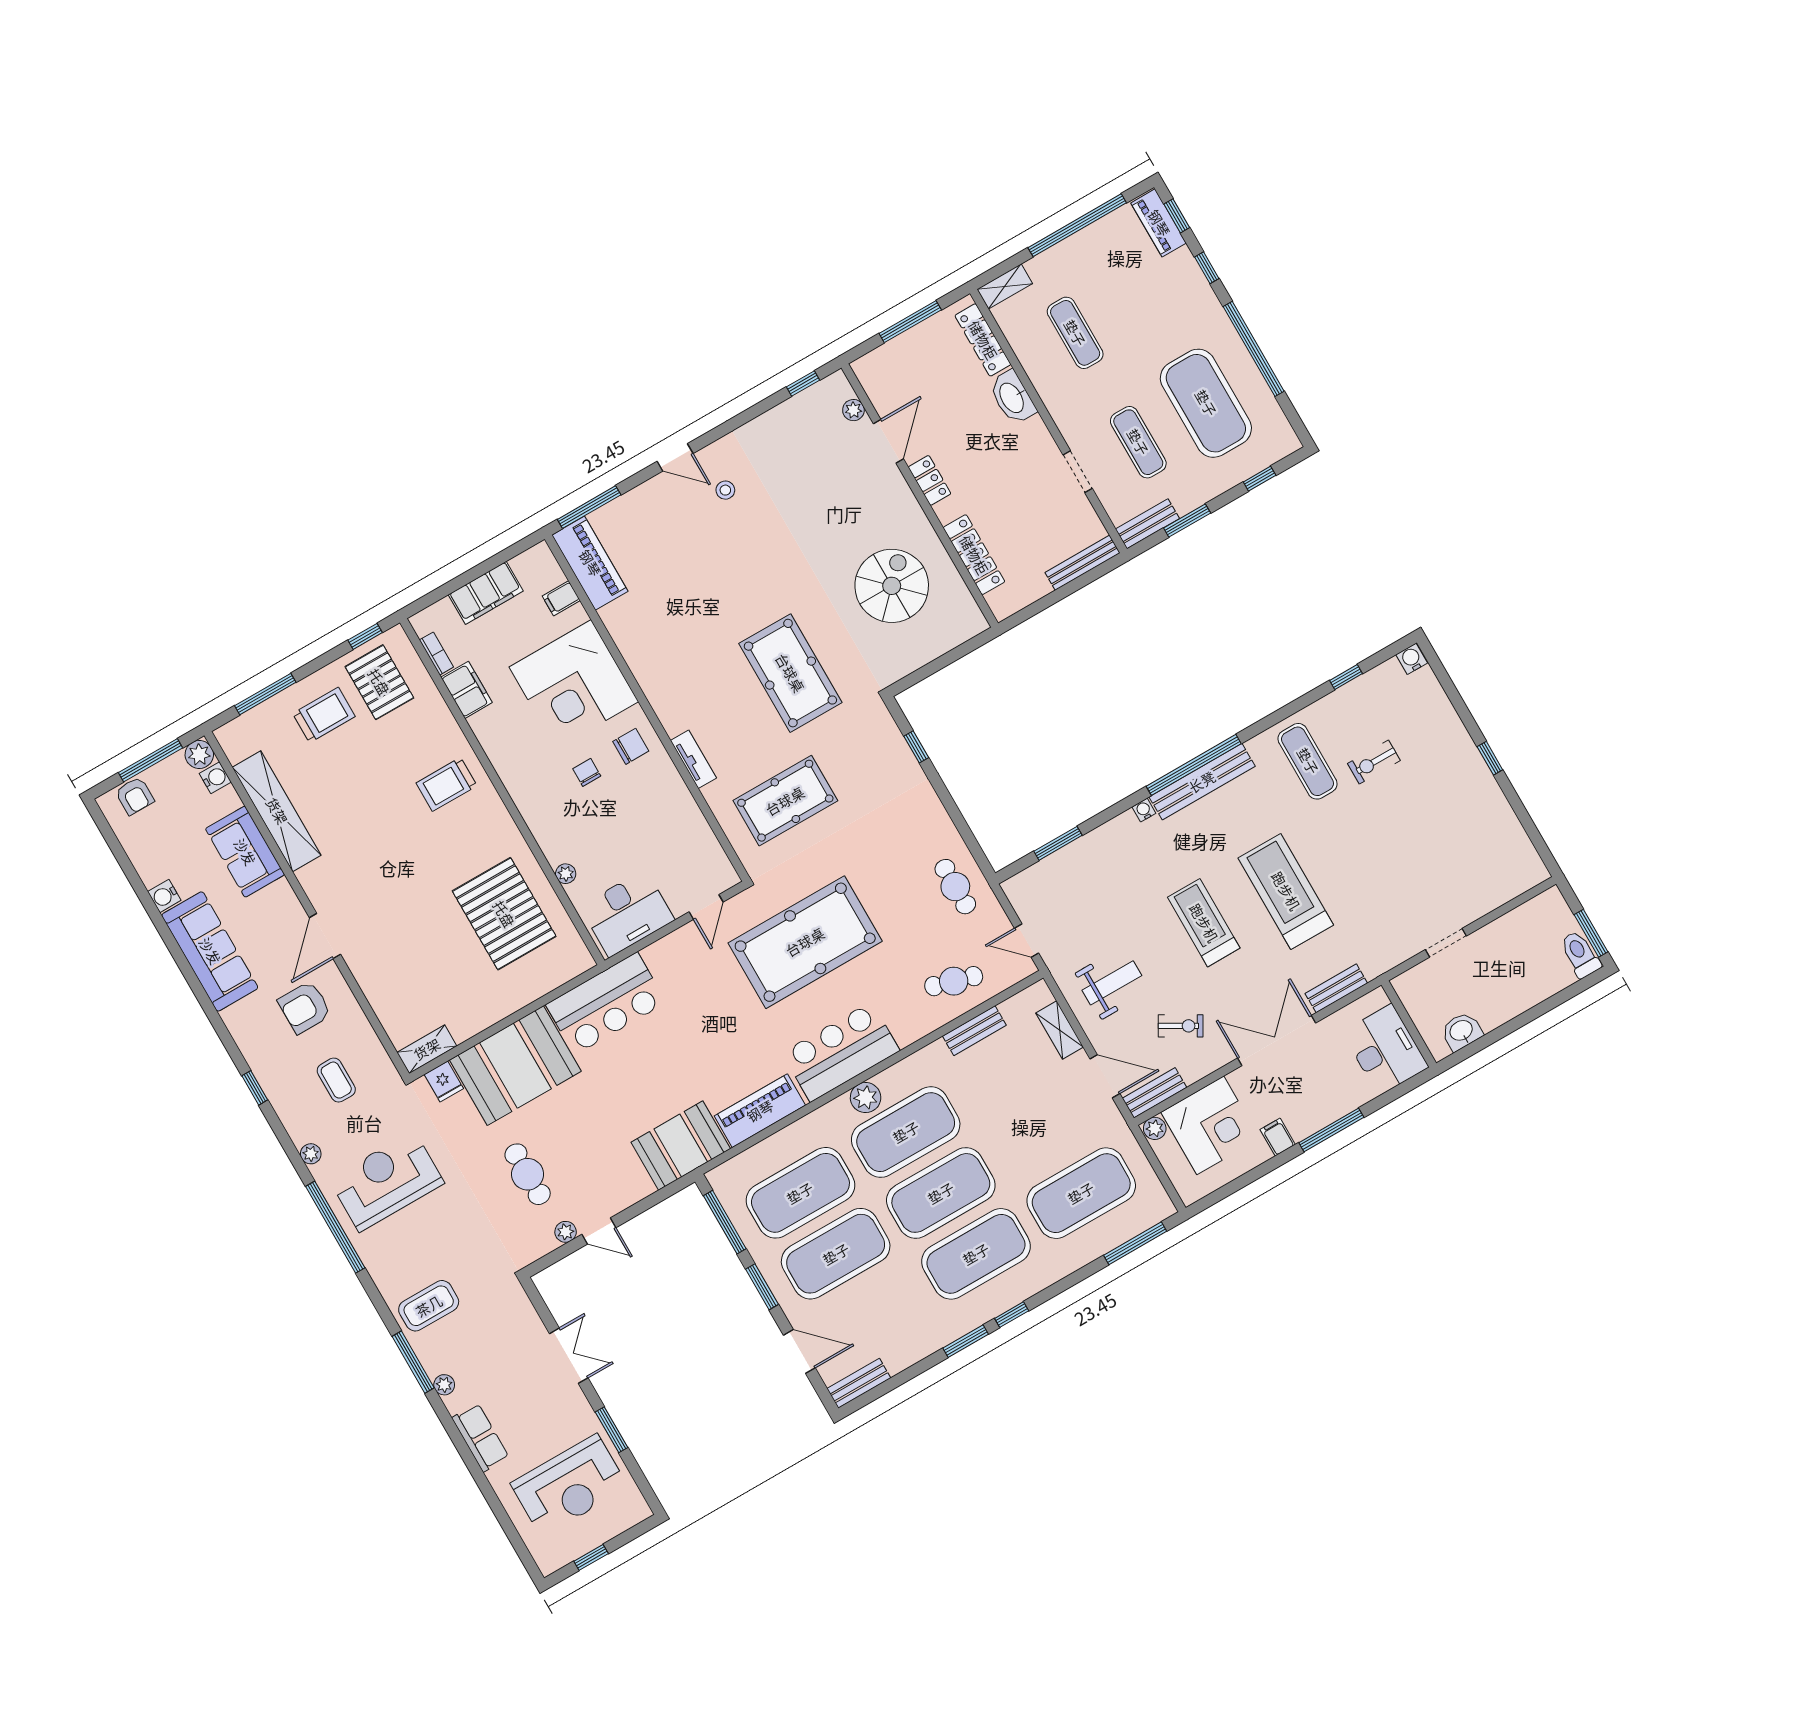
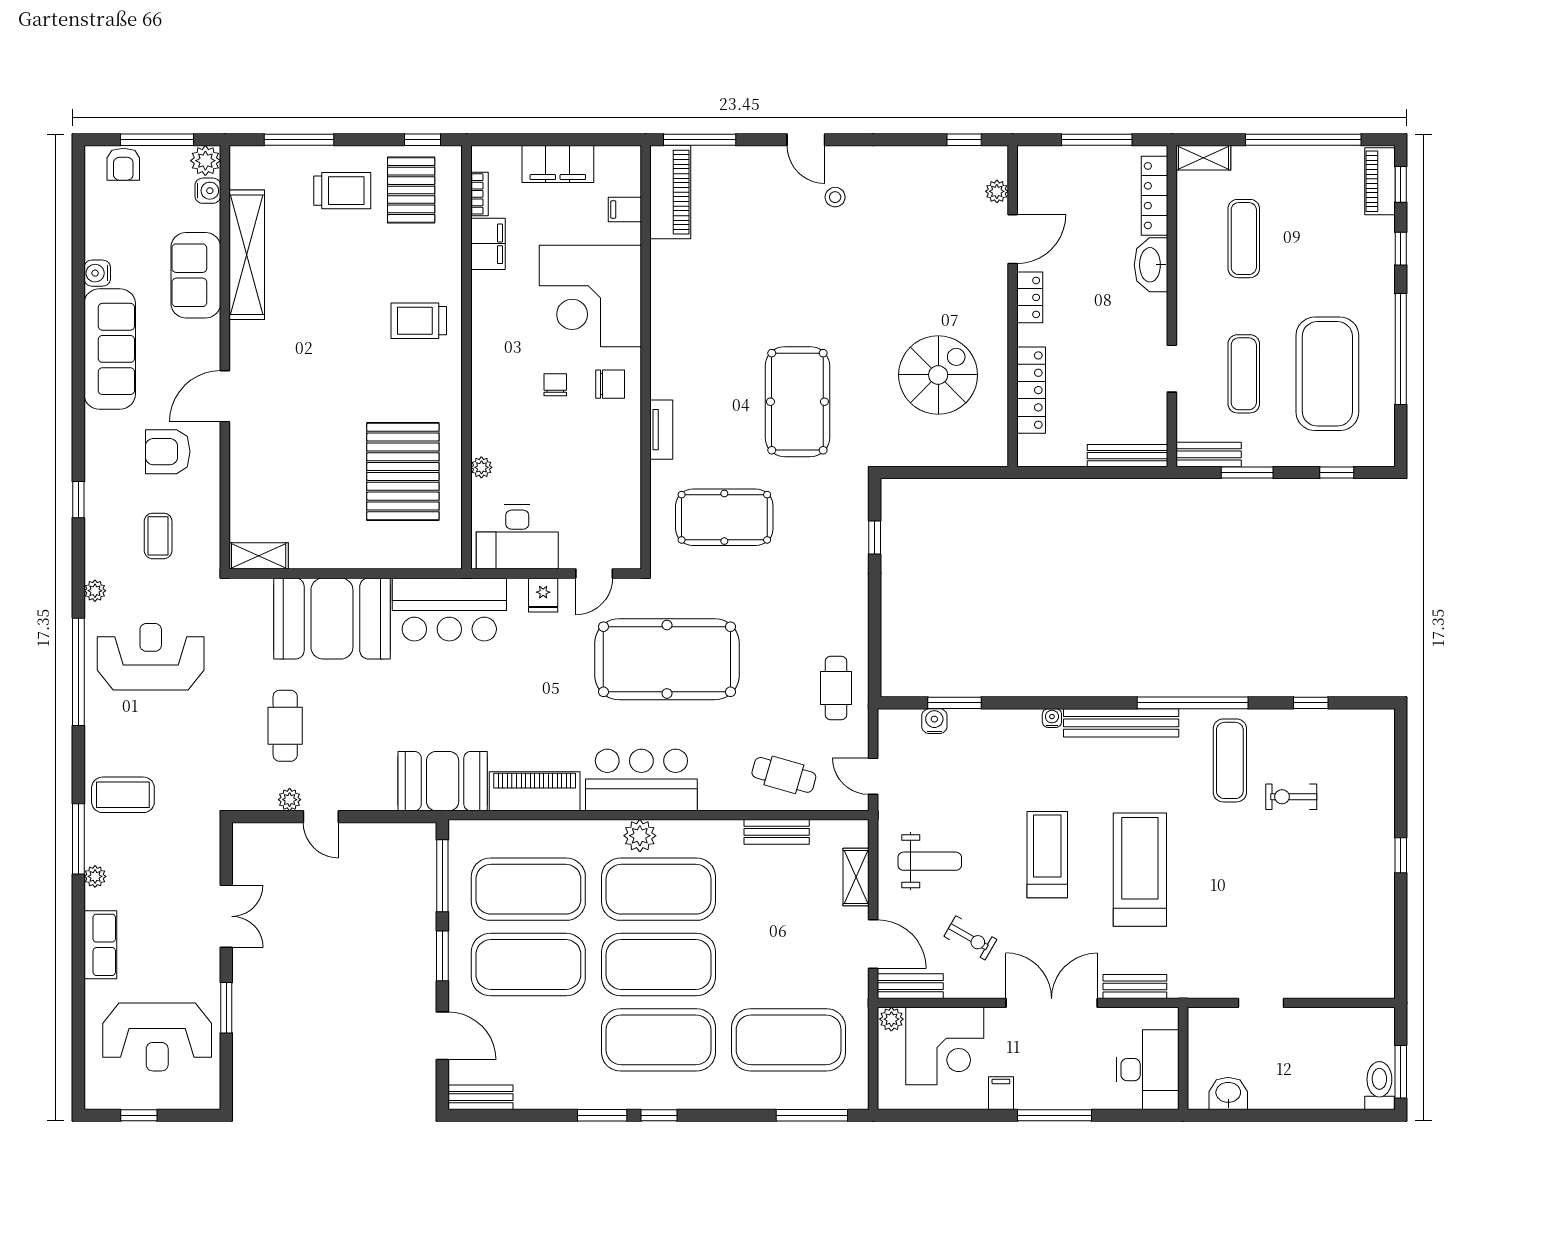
water cooler: (1412, 659) -> (934, 721), moved
window: (1194, 765) -> (1193, 703), moved
fridge: (444, 1082) -> (543, 595), moved

